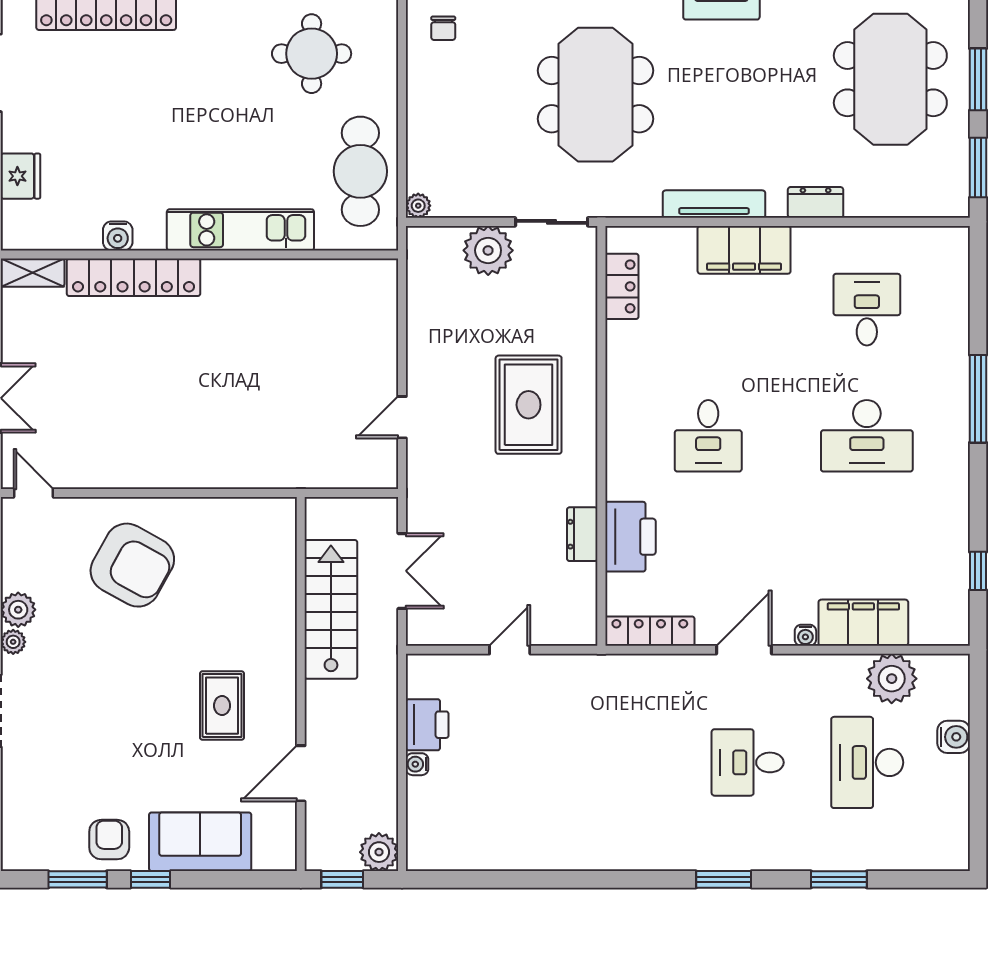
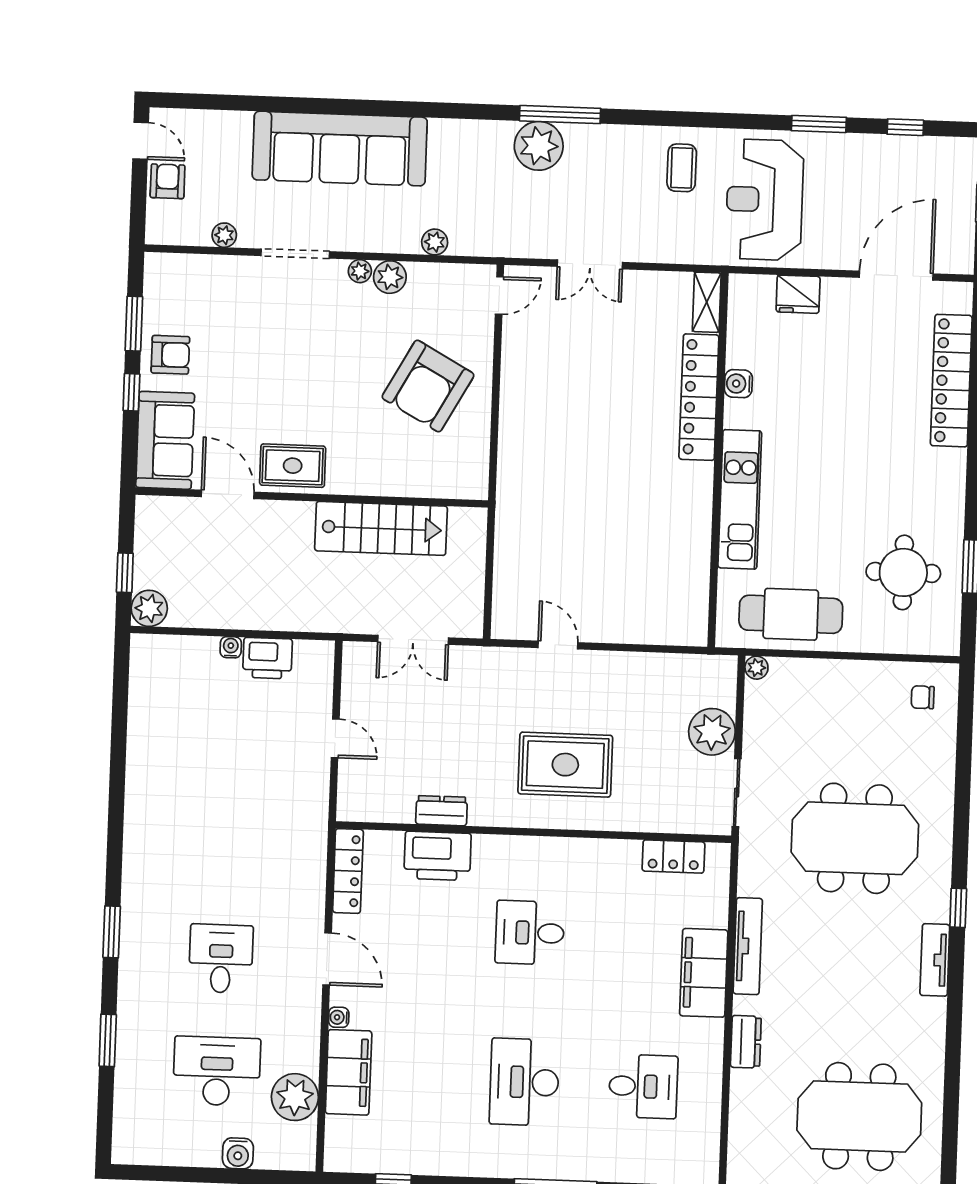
stairs: (331, 609) -> (381, 528), moved
wall: (301, 684) -> (312, 497), moved
door: (301, 773) -> (228, 494), moved

